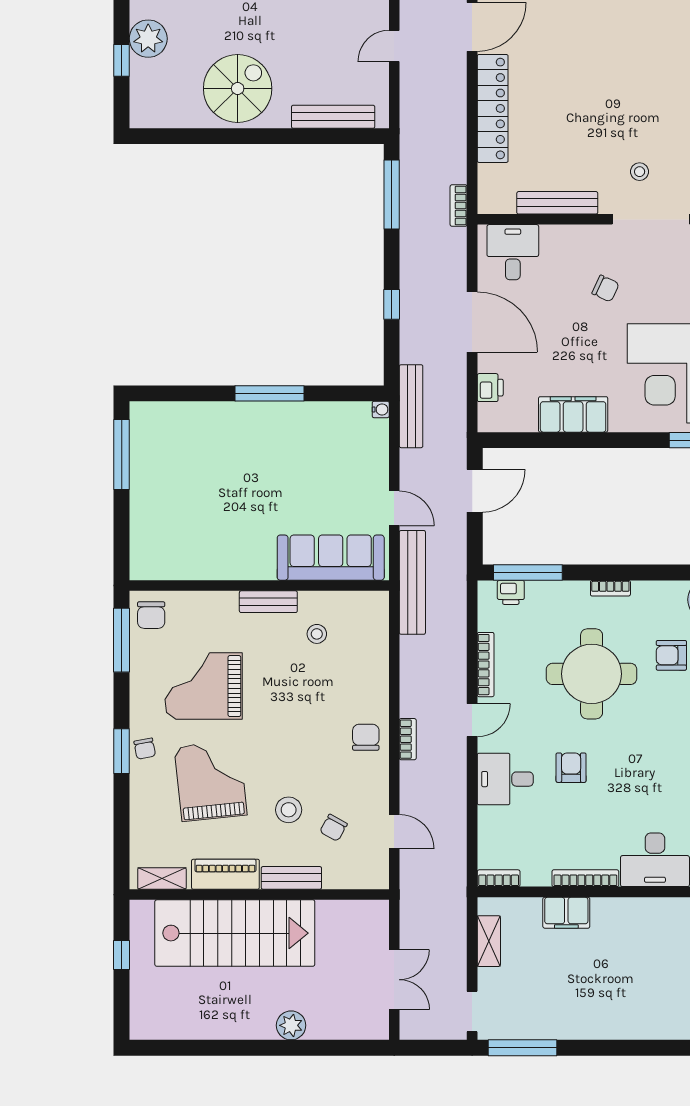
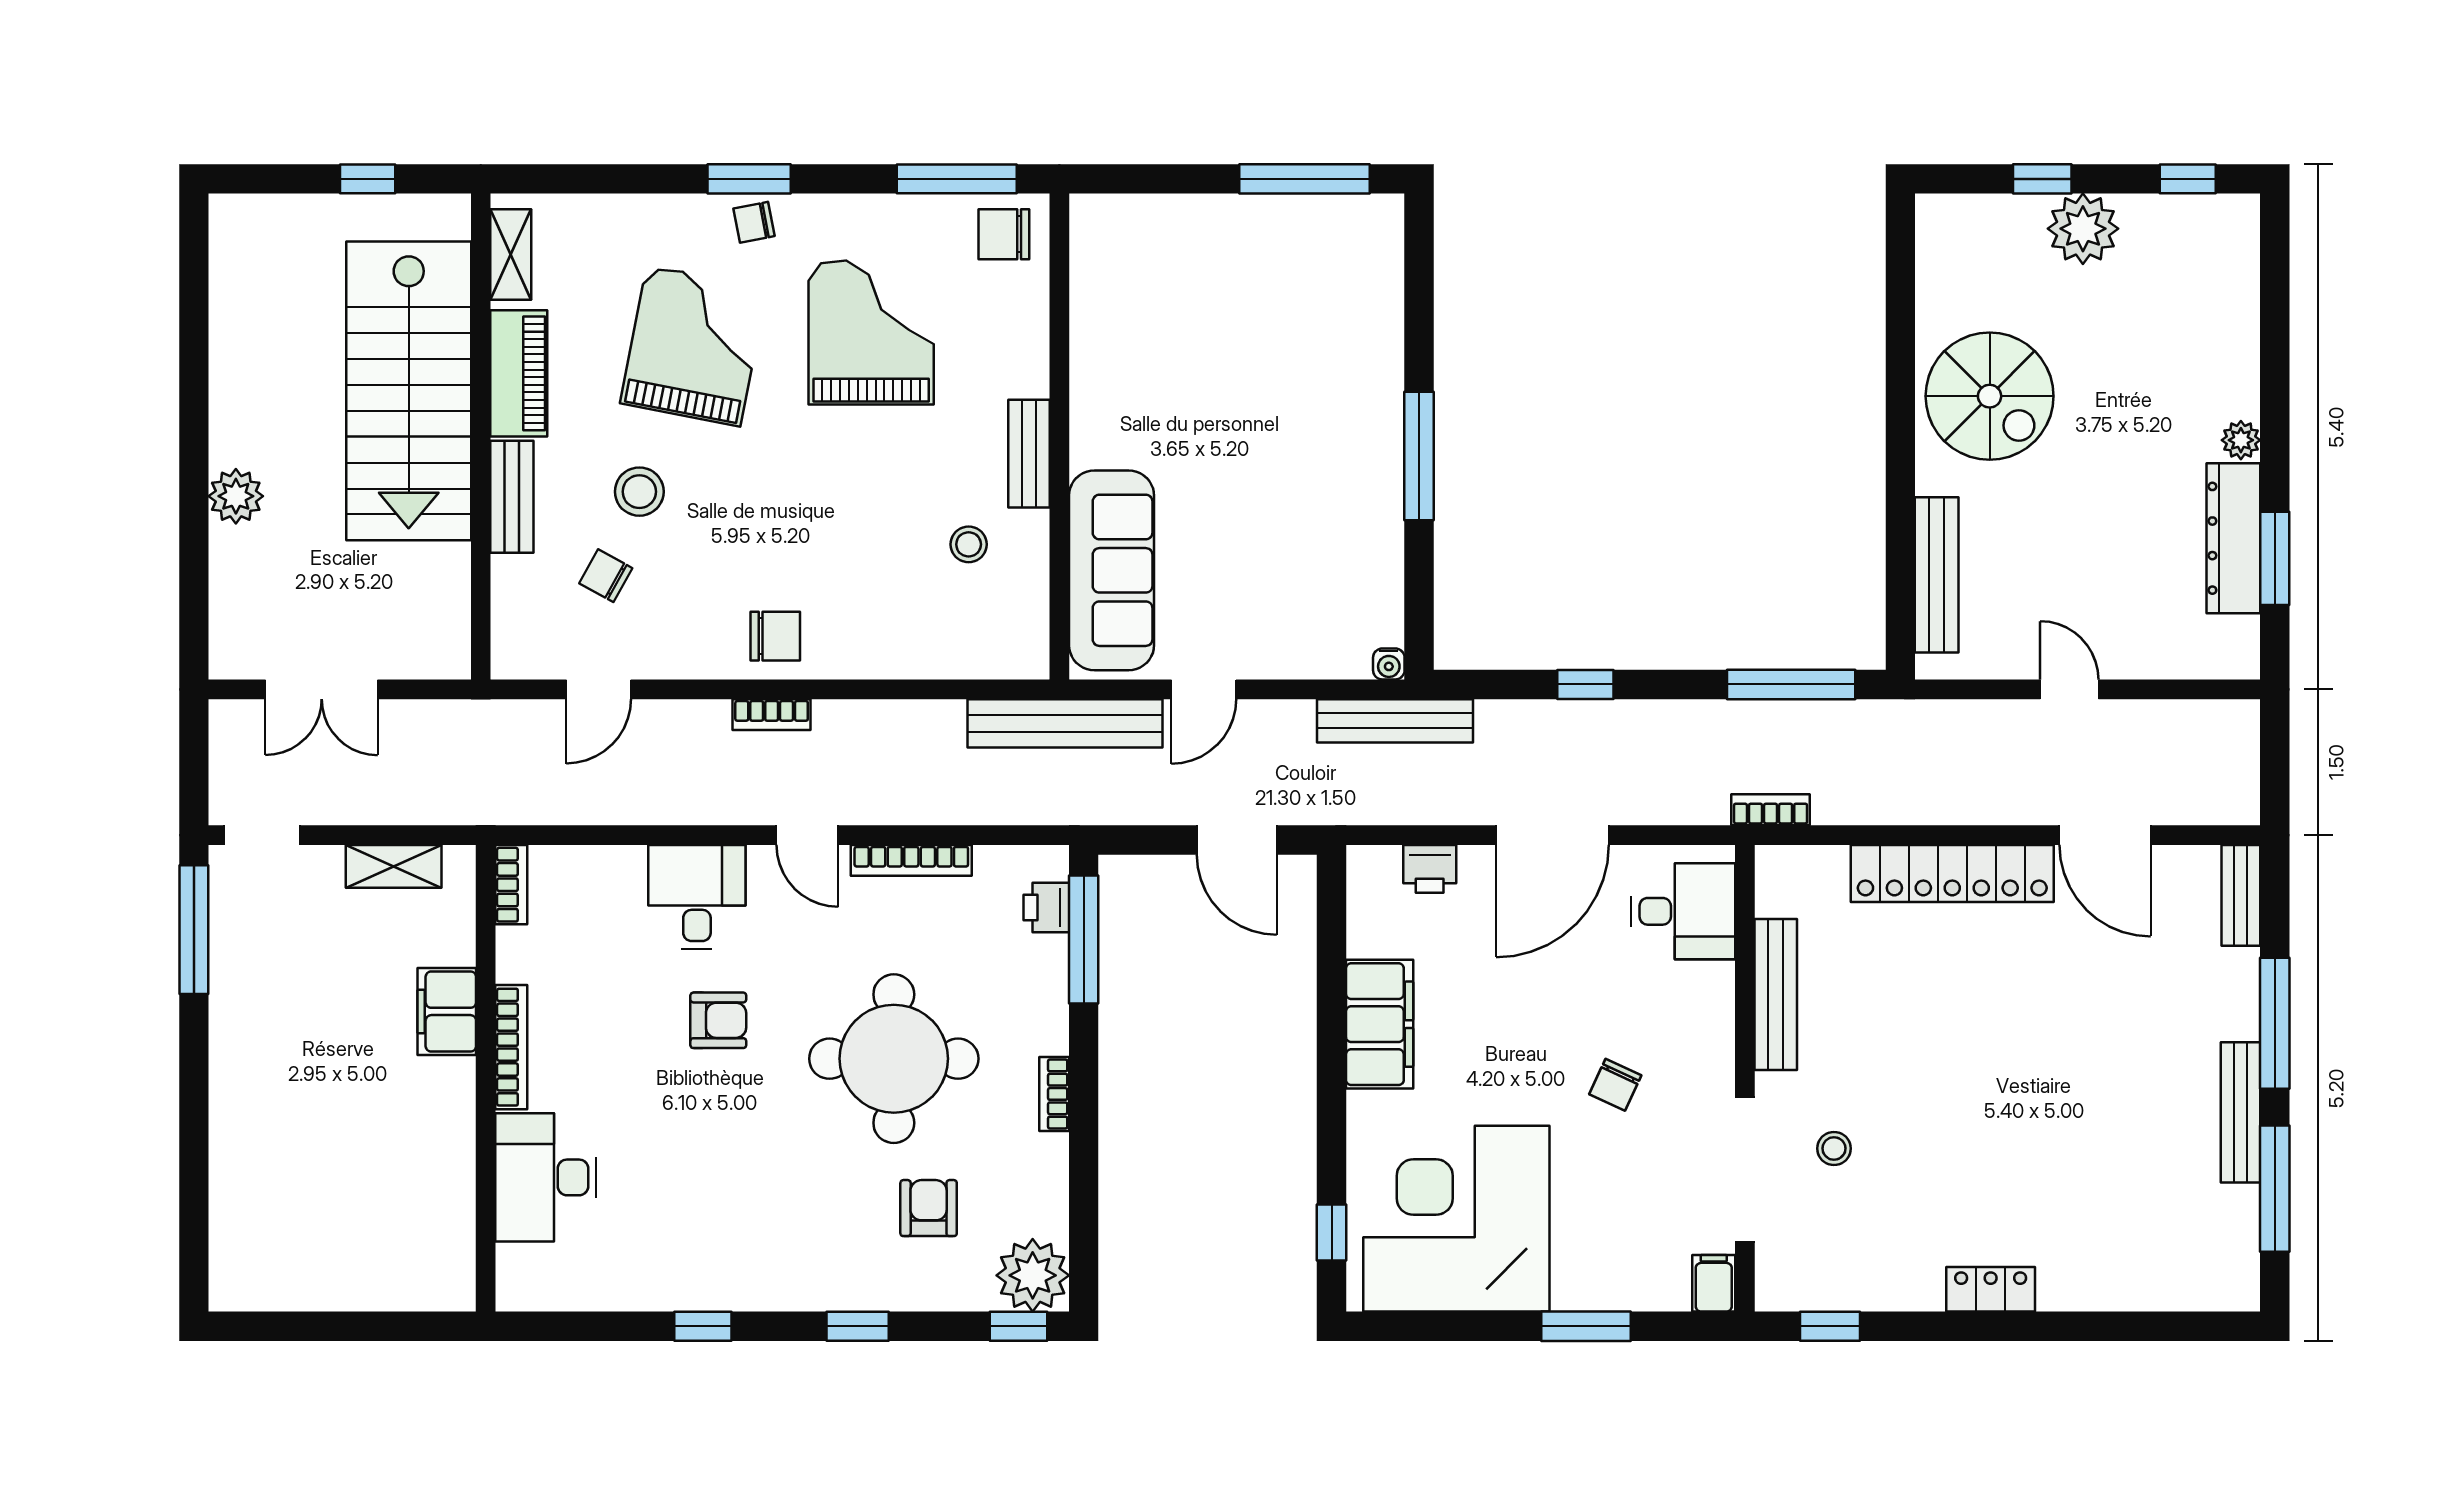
grand piano: (211, 781) -> (694, 346), turned -73

